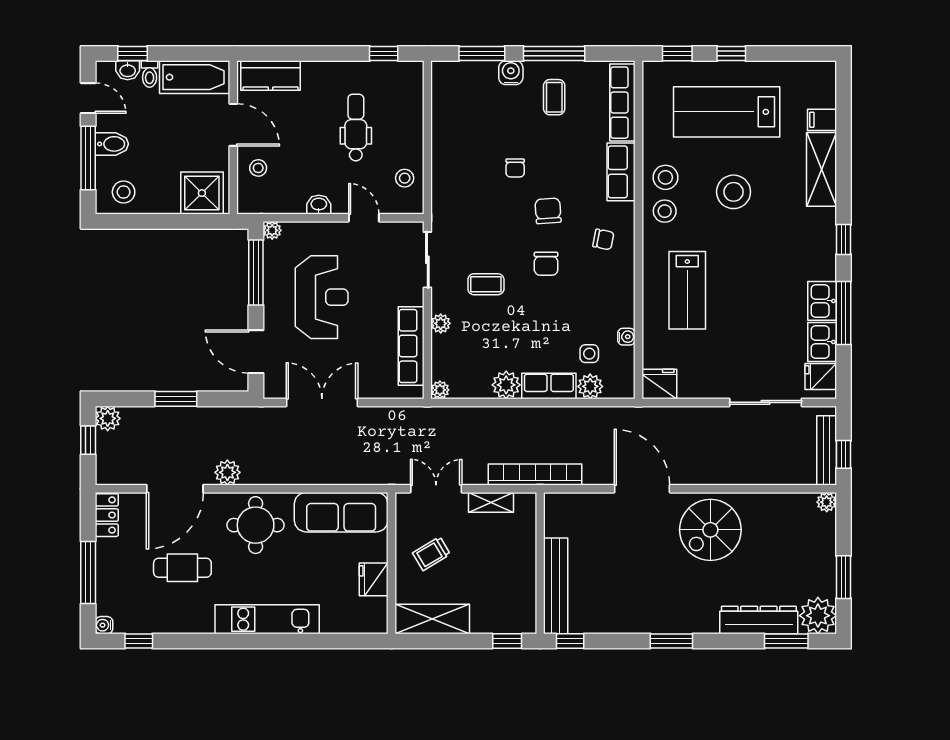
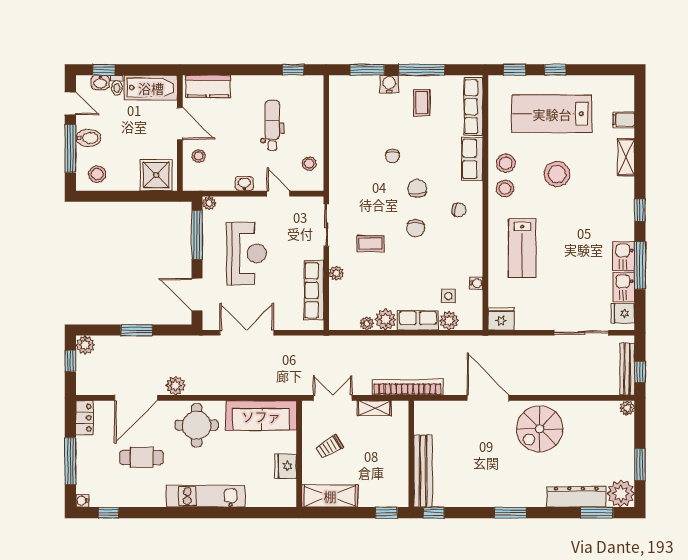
shelving: (821, 169) -> (626, 157), width x0.67, depth x0.75
plant: (440, 390) -> (367, 323), moved

